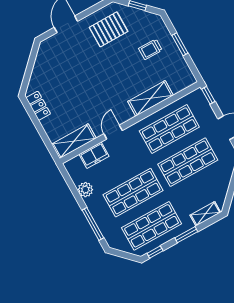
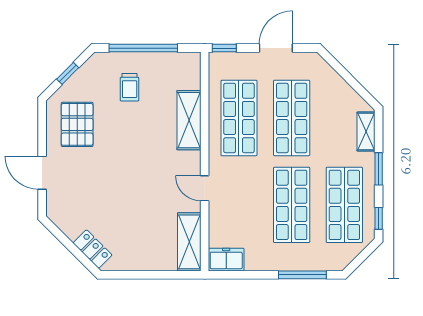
window: (180, 44) -> (143, 48), width x2.11
locker: (38, 106) -> (93, 249), moved, turned 45
freezer: (94, 155) -> (226, 260), moved, turned -90
plant: (85, 190) -> (256, 261), removed

